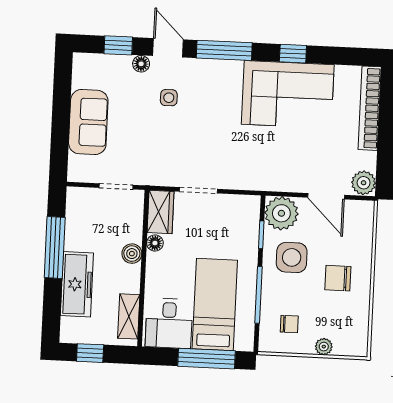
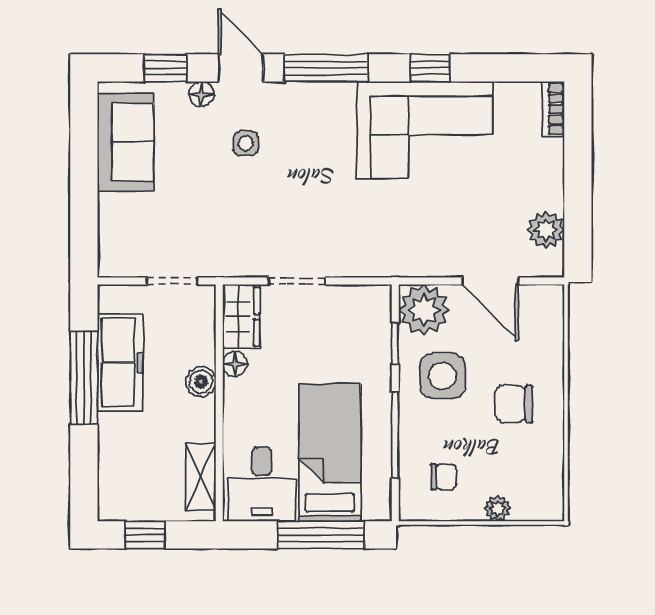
bookcase: (370, 108) -> (553, 109), width x0.43, depth x0.76
sofa: (88, 122) -> (126, 142), moved
plant: (364, 183) -> (546, 230), moved
freezer: (77, 284) -> (120, 362), moved

